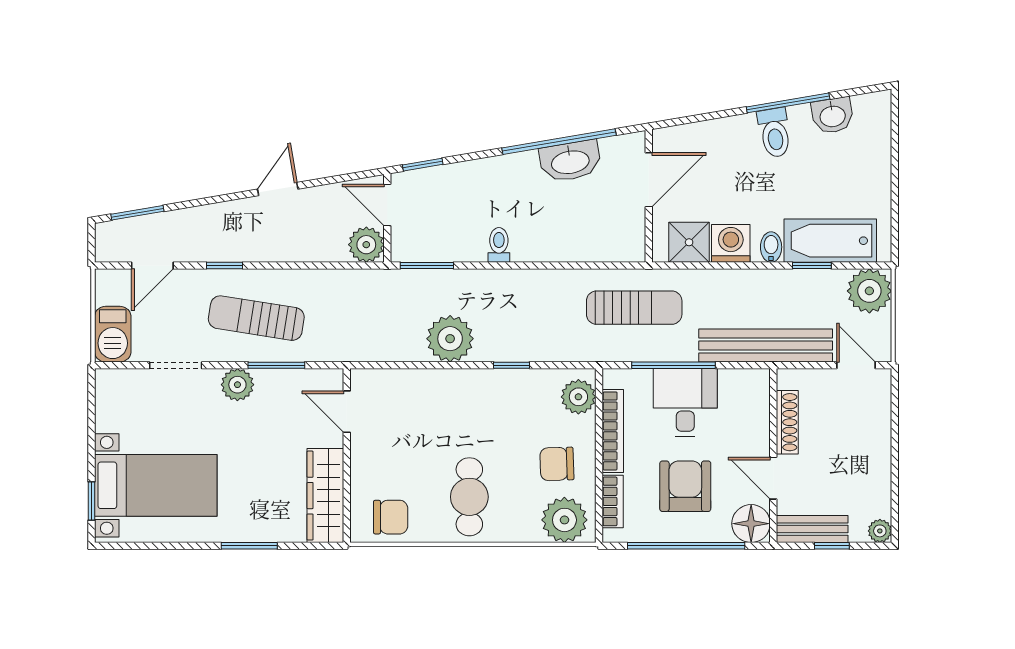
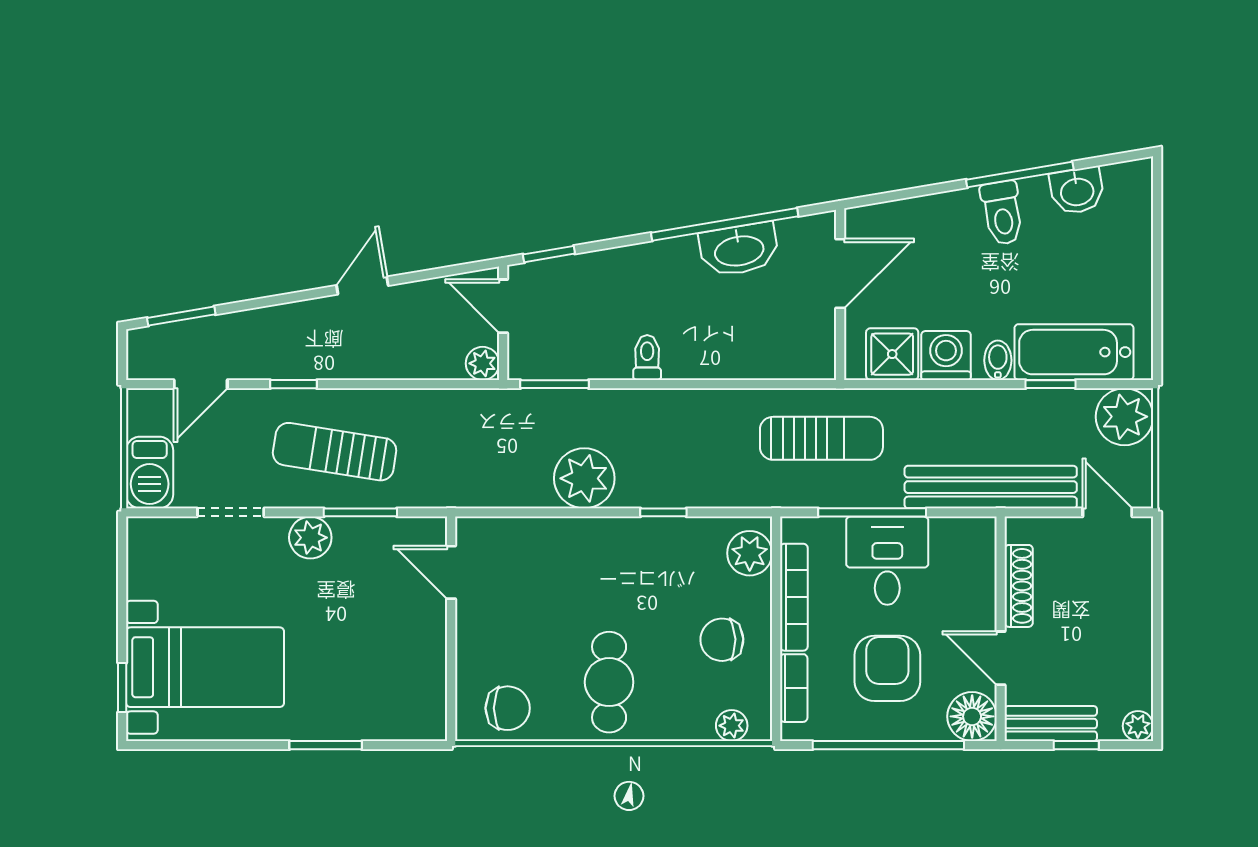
plant: (366, 245) -> (483, 363), width x0.73, depth x0.73
wardrobe: (325, 496) -> (424, 680), removed
plant: (564, 520) -> (732, 726), width x0.53, depth x0.53

